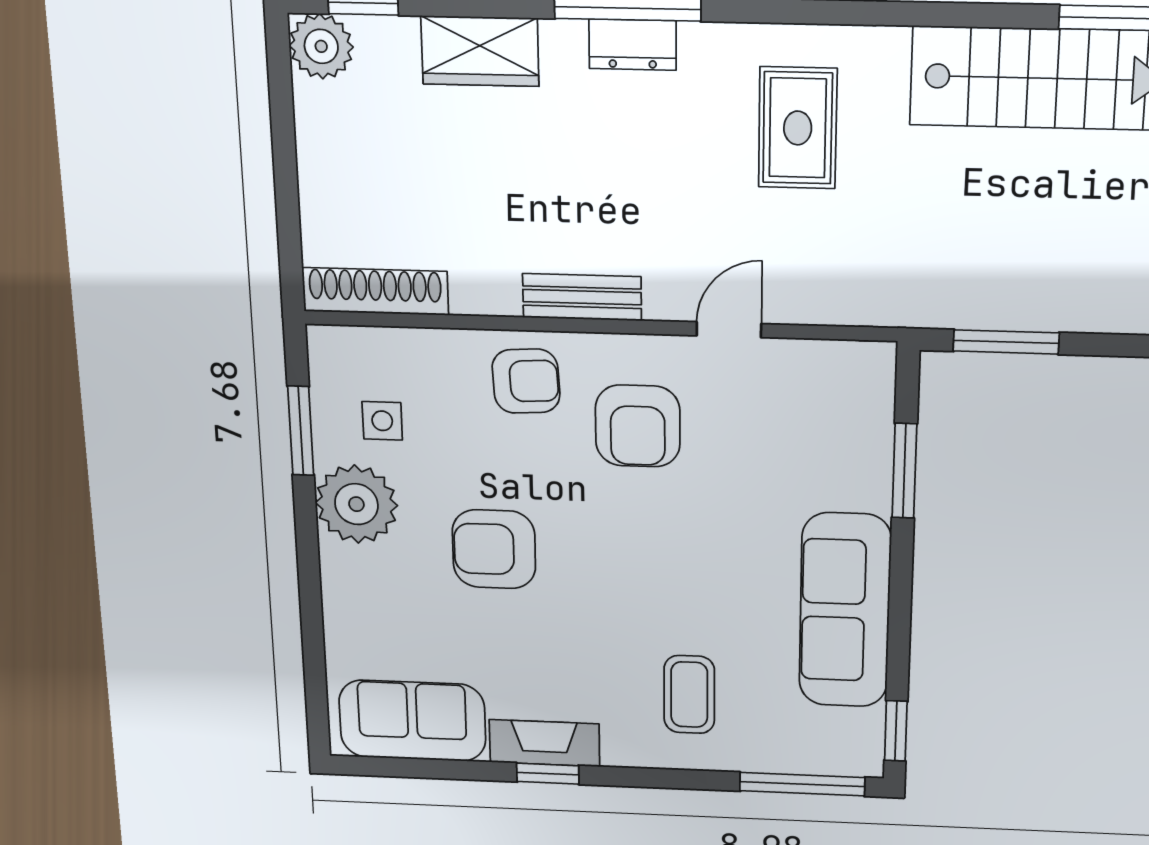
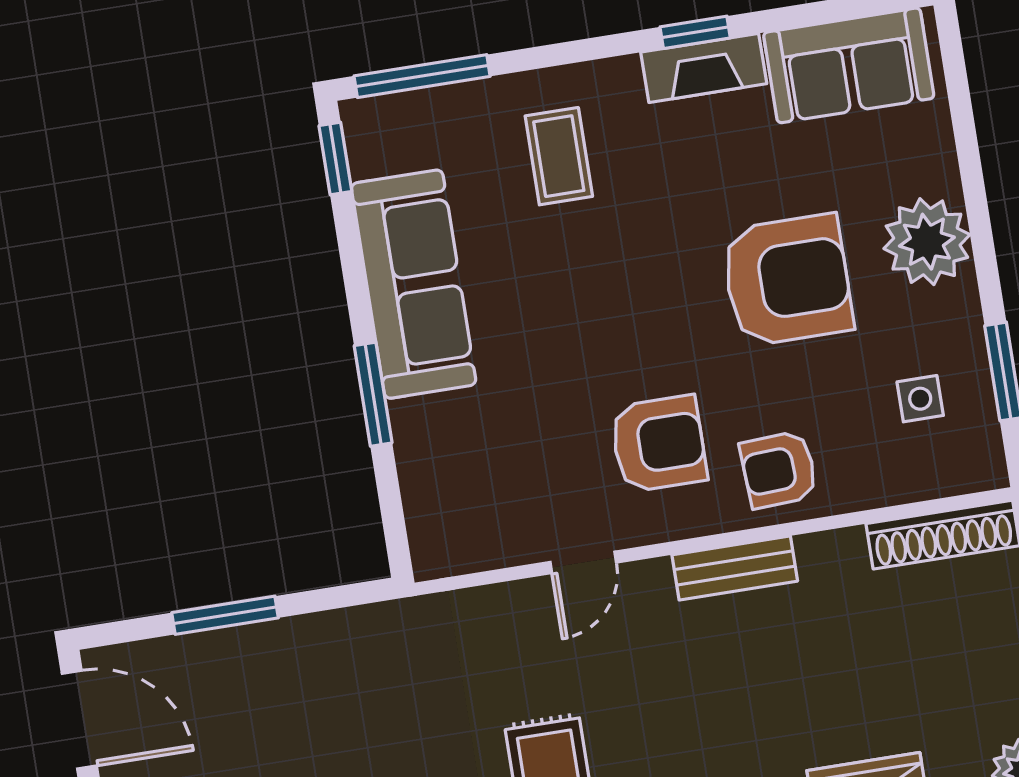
window: (1006, 342) -> (225, 615), moved
armchair: (638, 426) -> (659, 444), turned 90
window: (904, 471) -> (373, 394), moved
plant: (356, 504) -> (927, 242), moved
armchair: (494, 549) -> (787, 280), width x1.36, depth x1.36

